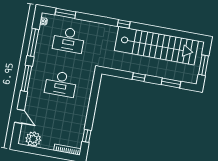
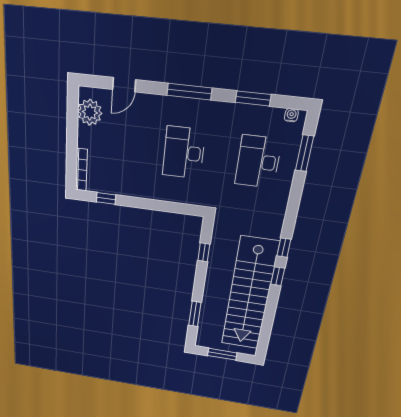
window: (143, 28) -> (278, 276), added
window: (33, 43) -> (253, 98), width x0.69
window: (139, 77) -> (204, 252), moved

